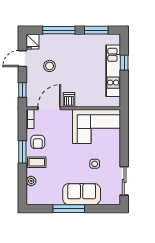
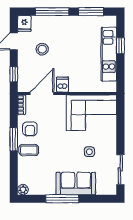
plant: (31, 181) -> (23, 190), moved

